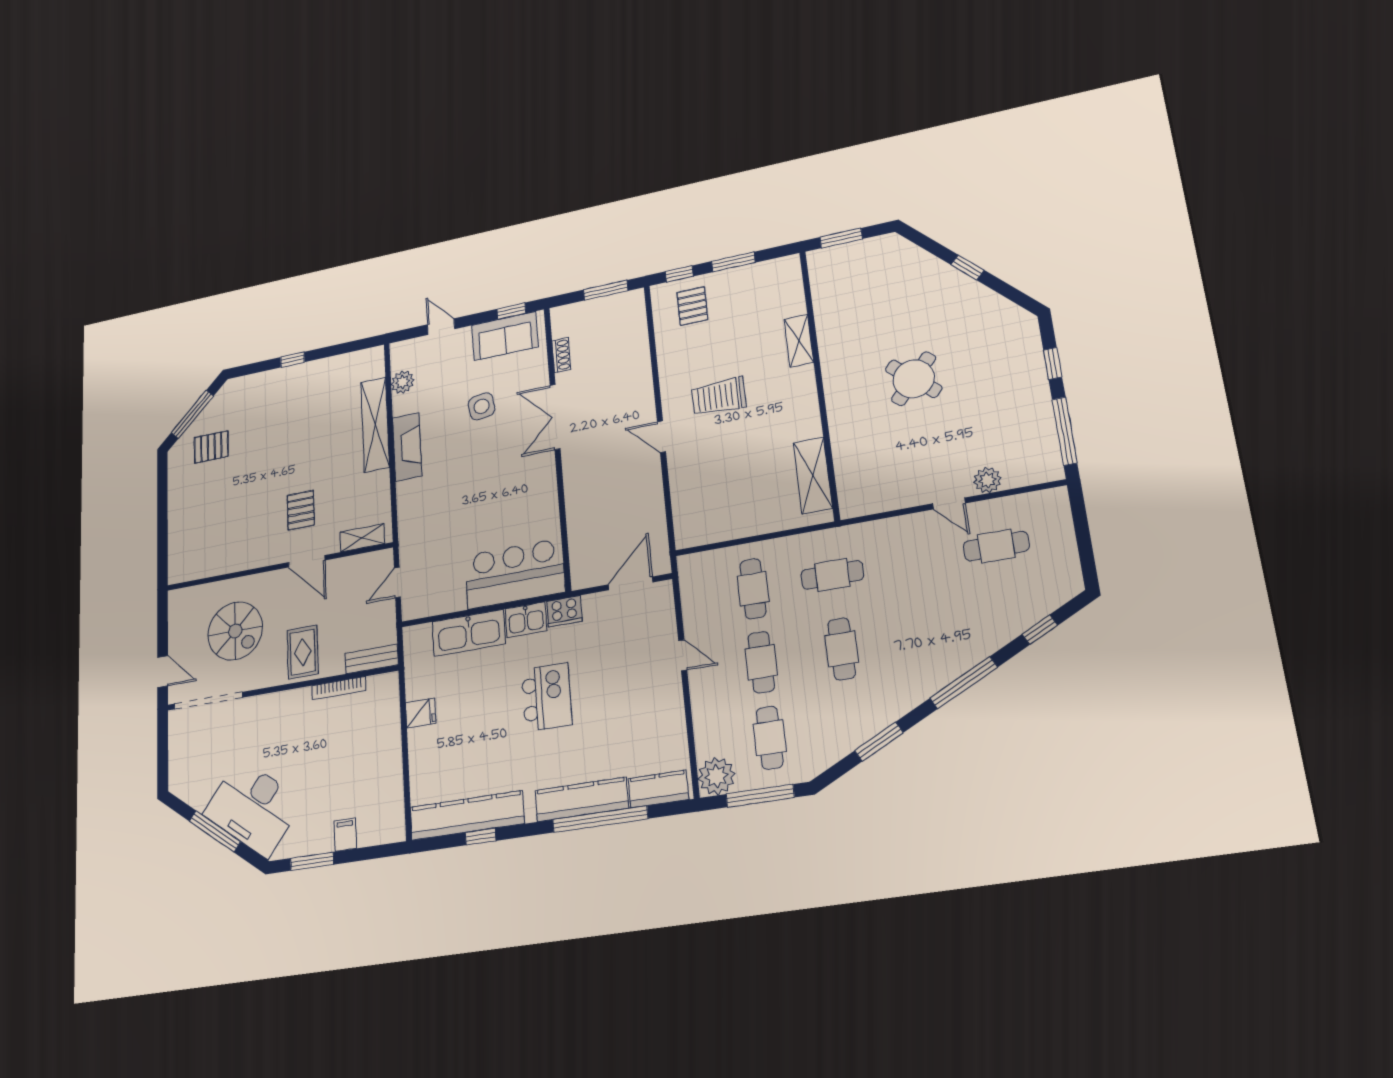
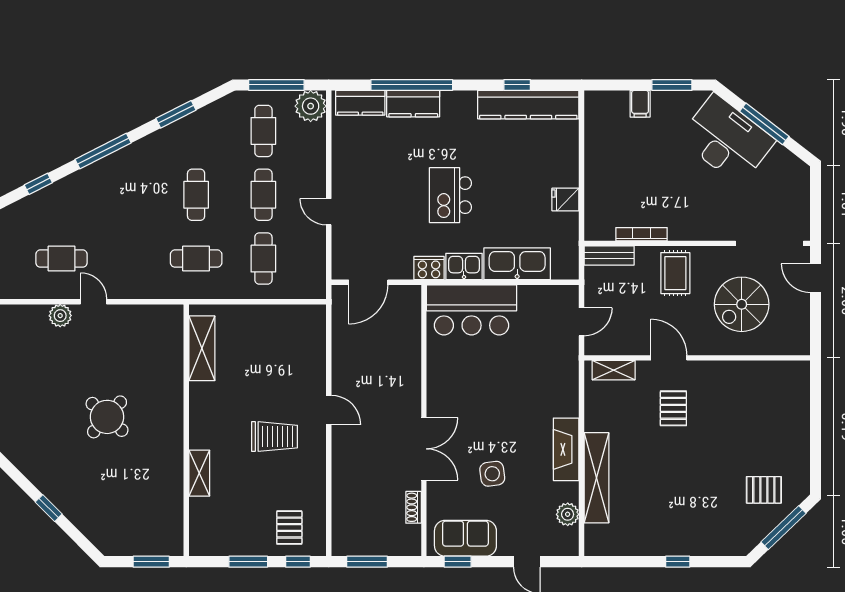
spiral stairs: (235, 631) -> (742, 304), turned -90
kitchen counter: (582, 799) -> (413, 104), width x0.67

